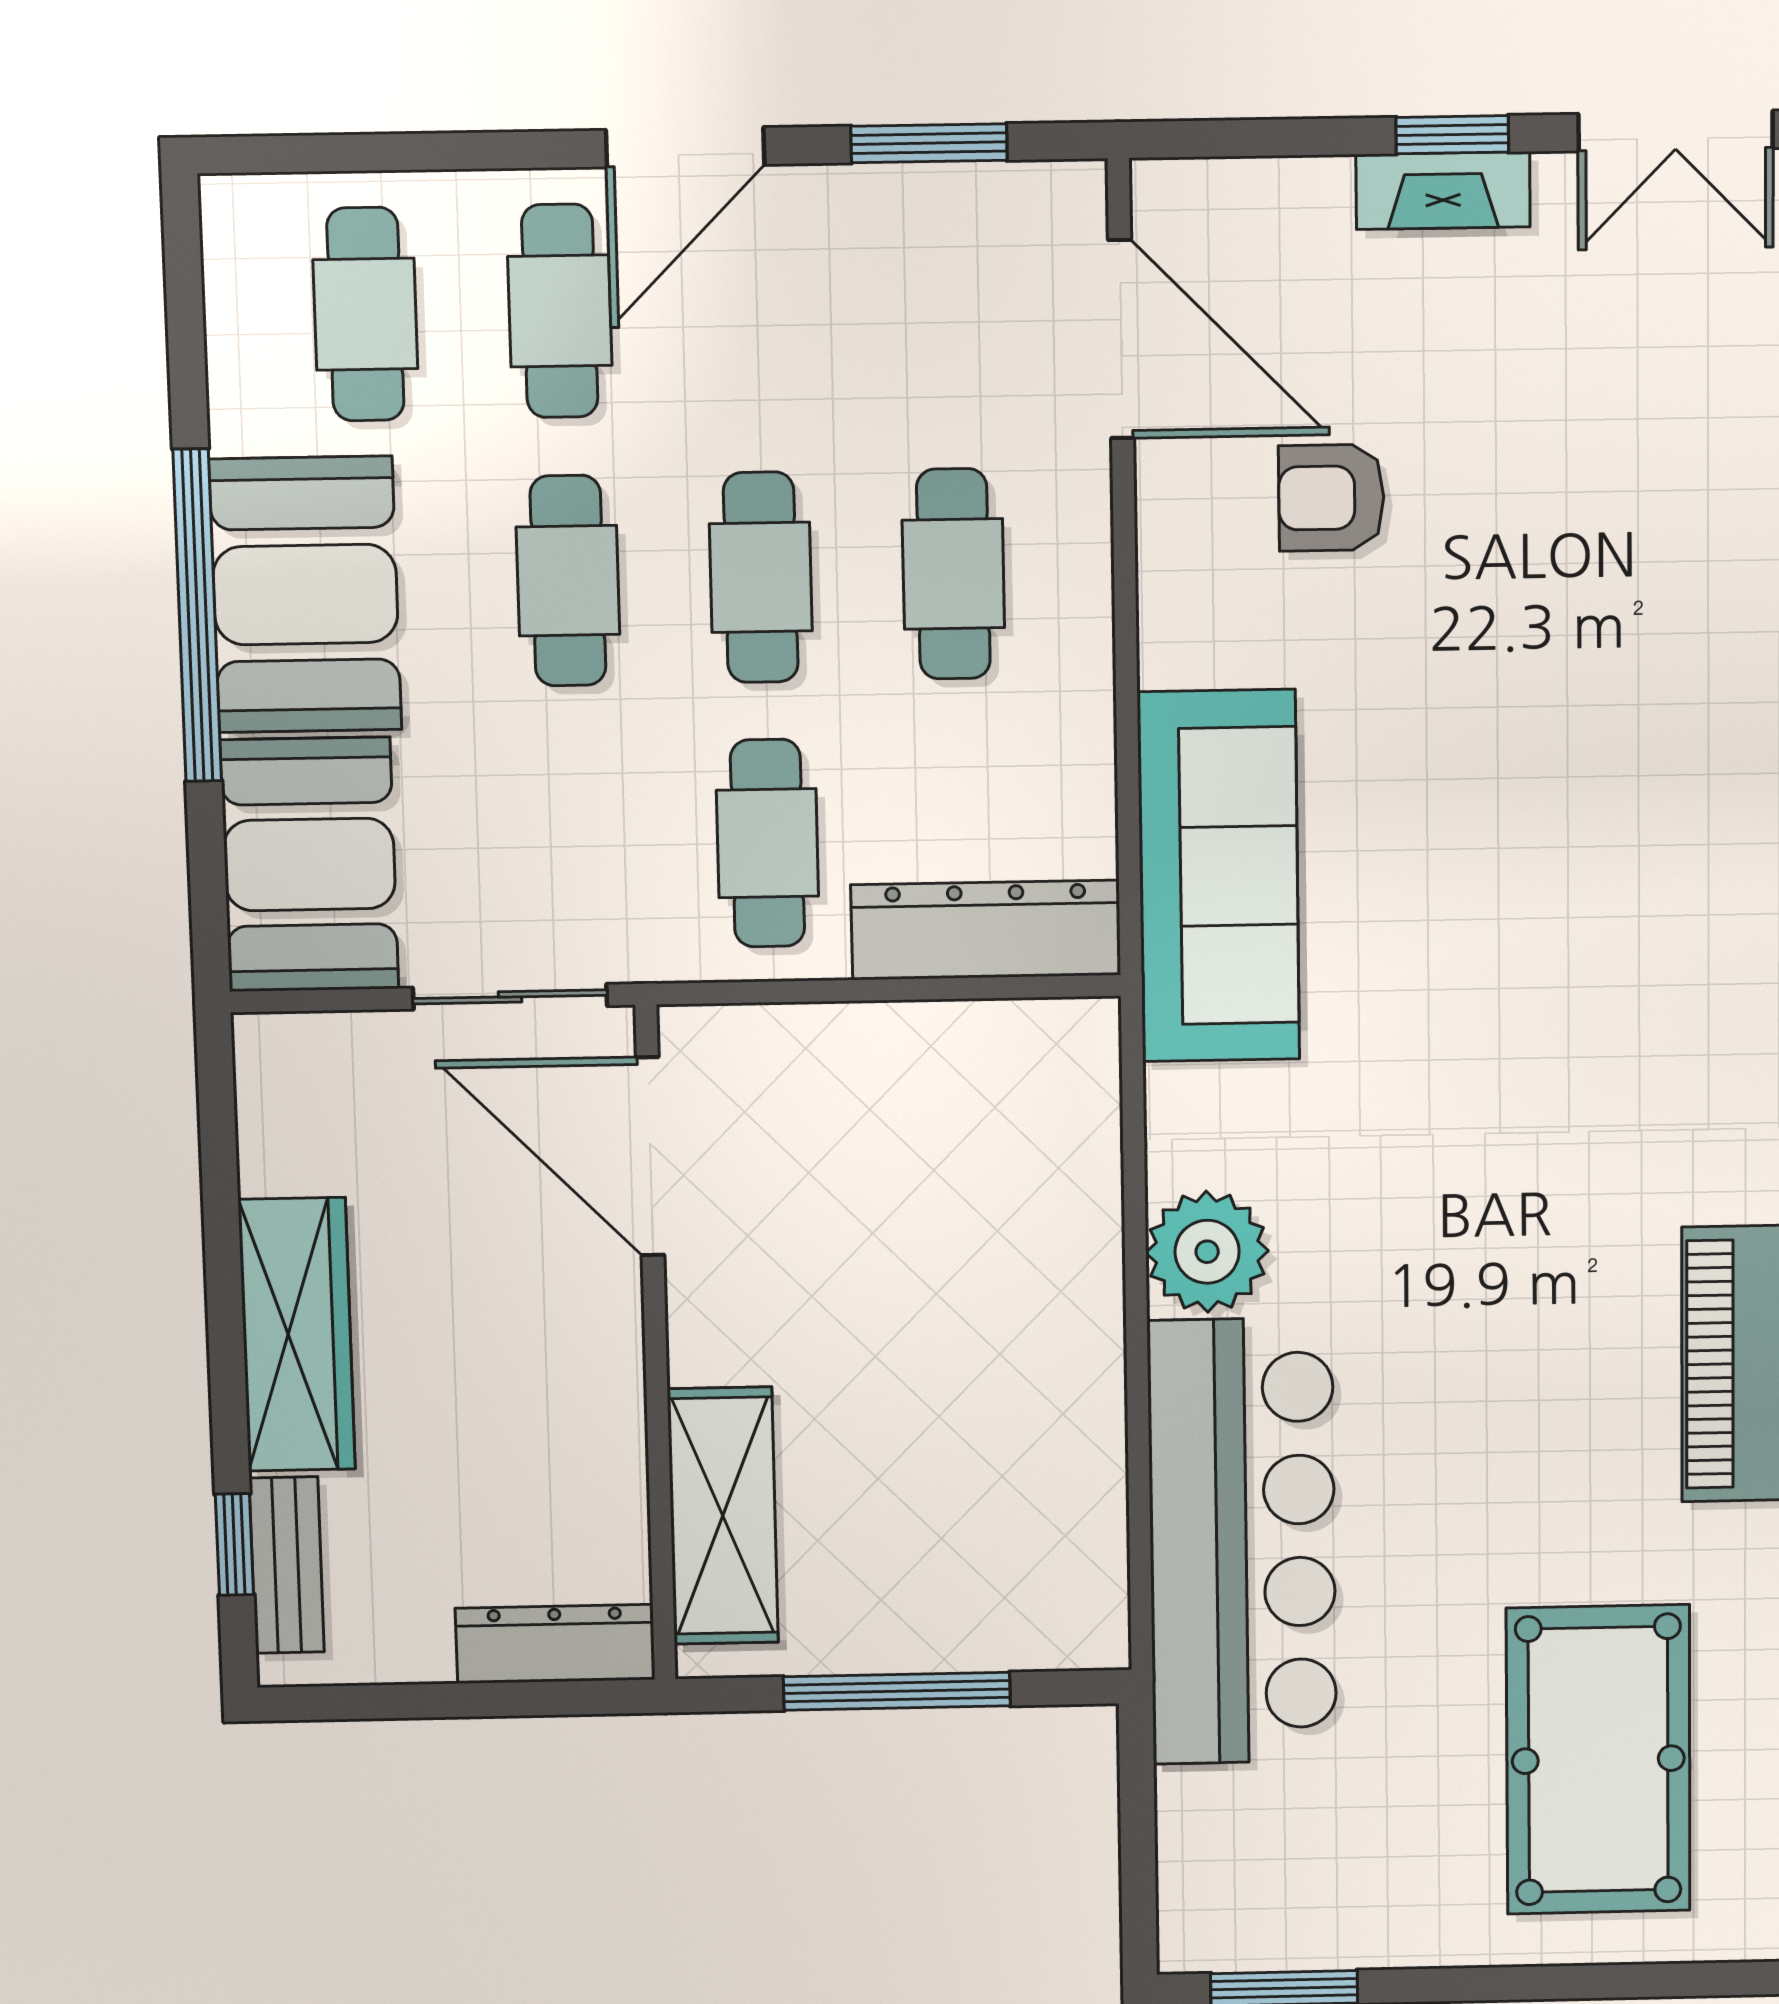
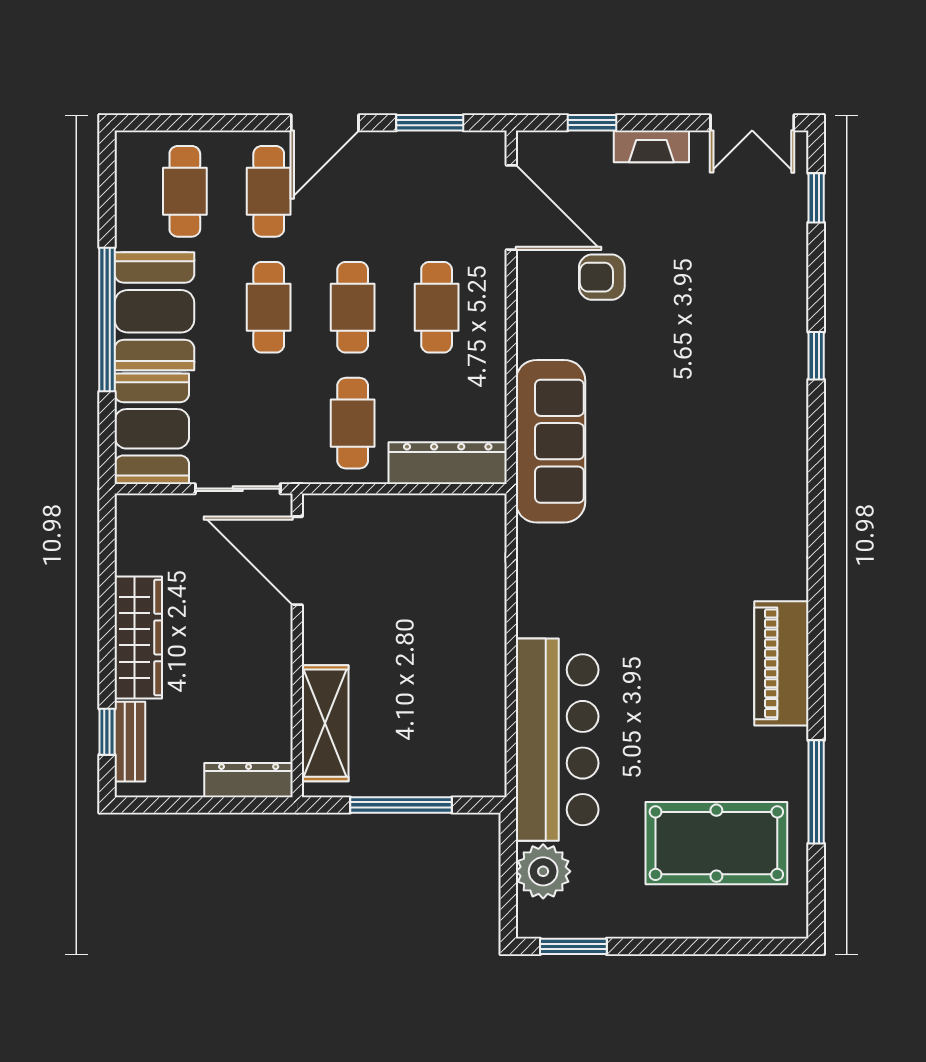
window: (1452, 135) -> (592, 123), moved
plant: (1207, 1252) -> (543, 871), moved
pool table: (1598, 1760) -> (716, 843), turned 90

